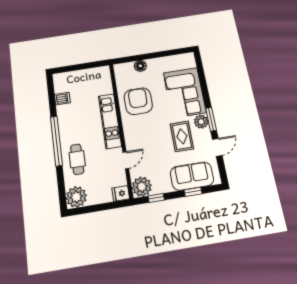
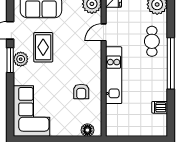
floor lamp: (140, 66) -> (87, 130), moved
corner sofa: (185, 93) -> (31, 111), moved
armchair: (138, 101) -> (81, 91), width x0.53, depth x0.53

